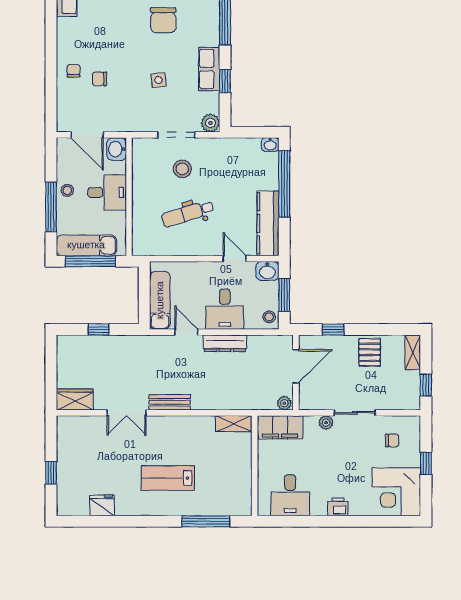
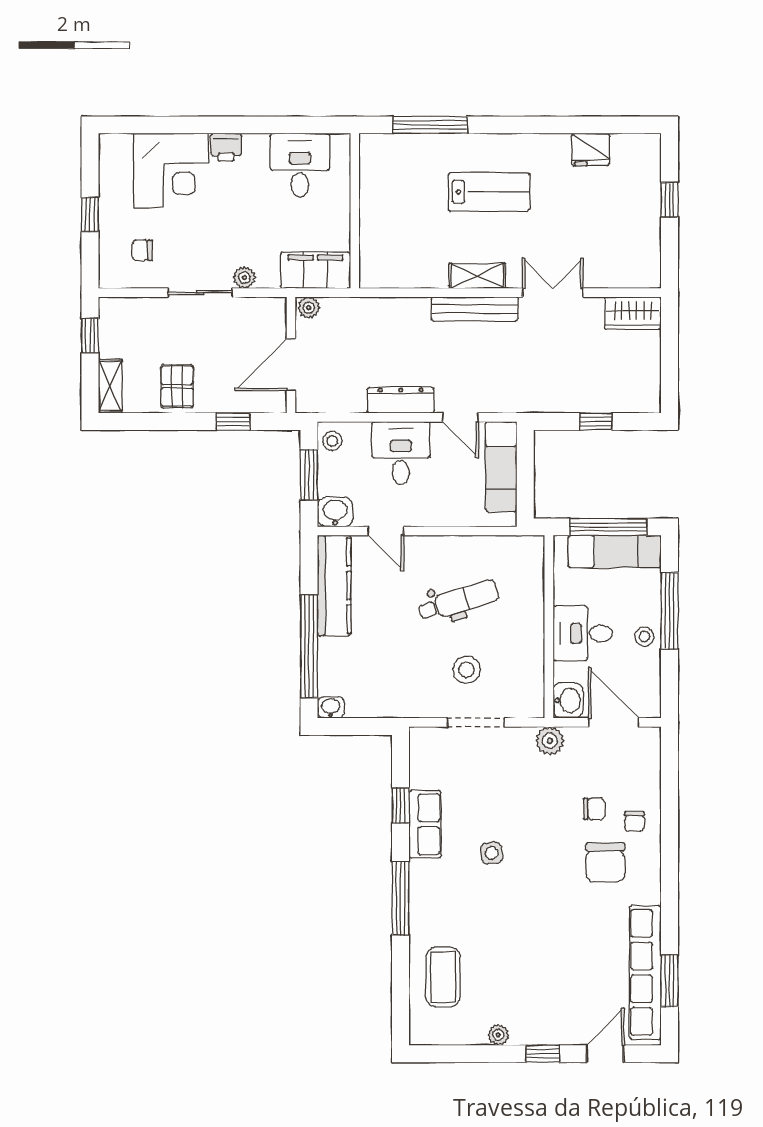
chair: (163, 20) -> (605, 863), moved, turned 180
side table: (158, 80) -> (491, 853), moved
plant: (210, 123) -> (550, 741), moved
bench: (170, 402) -> (475, 309), width x1.36
shelving: (234, 424) -> (477, 276), moved
corner desk: (396, 492) -> (171, 171), moved, turned 90

